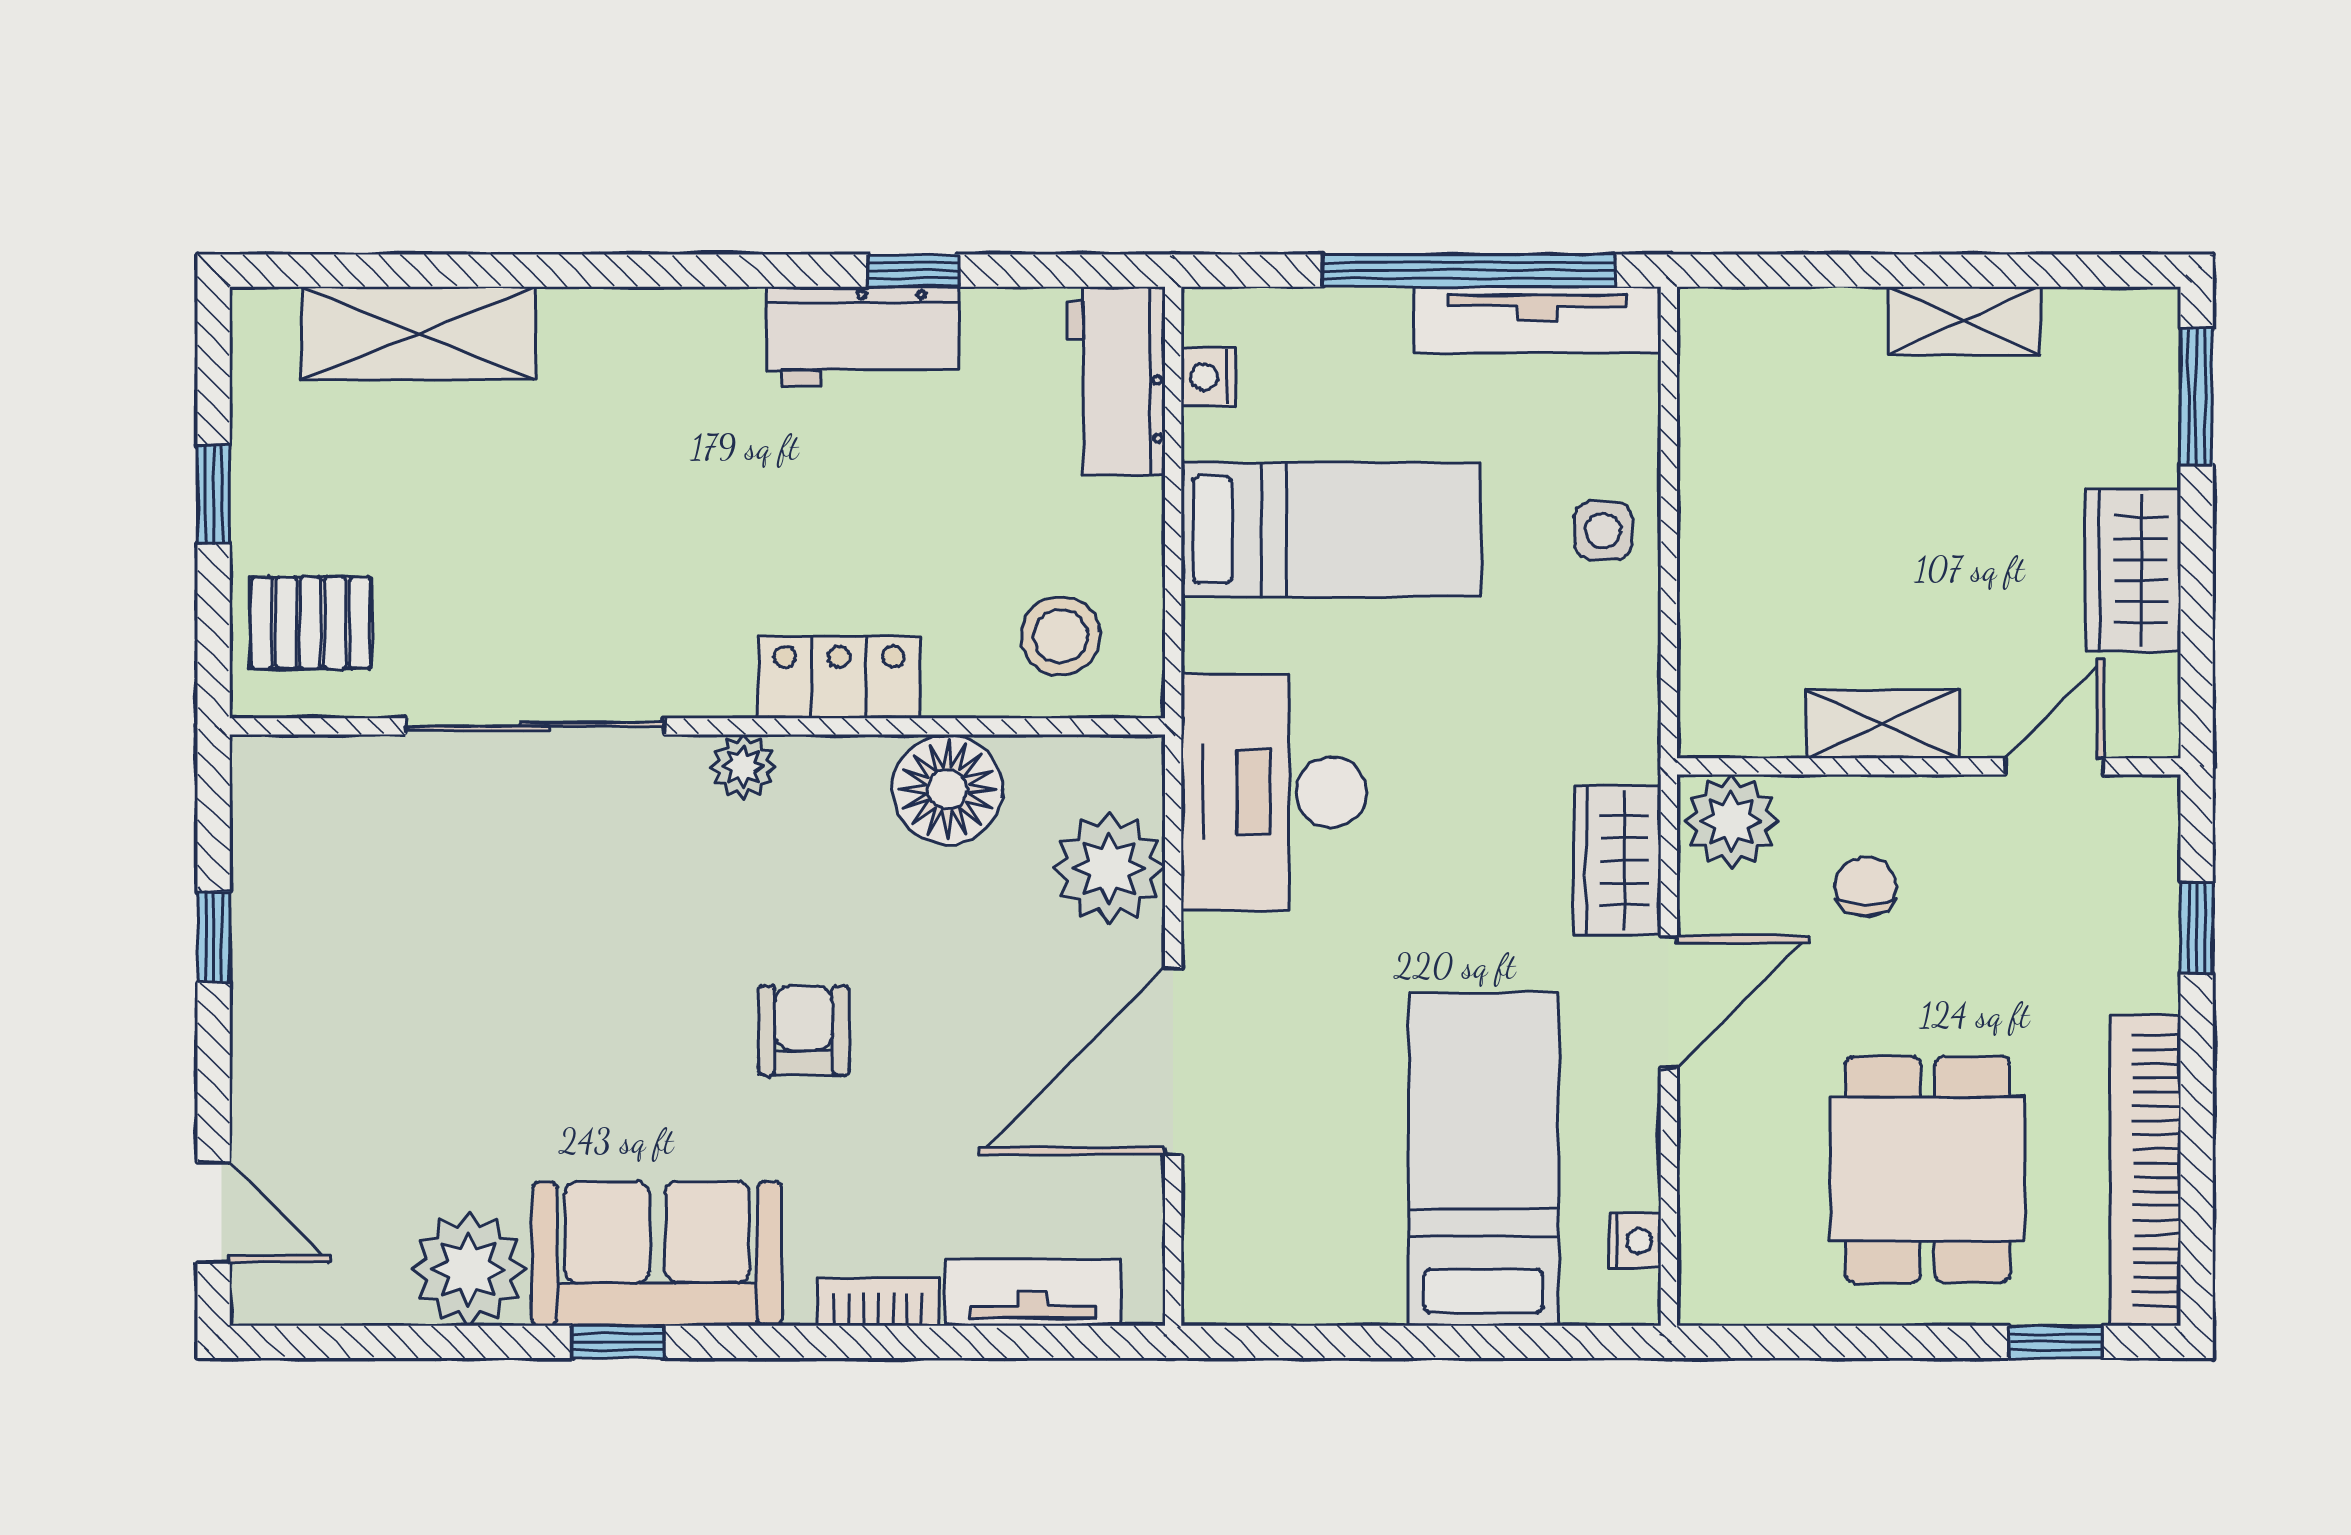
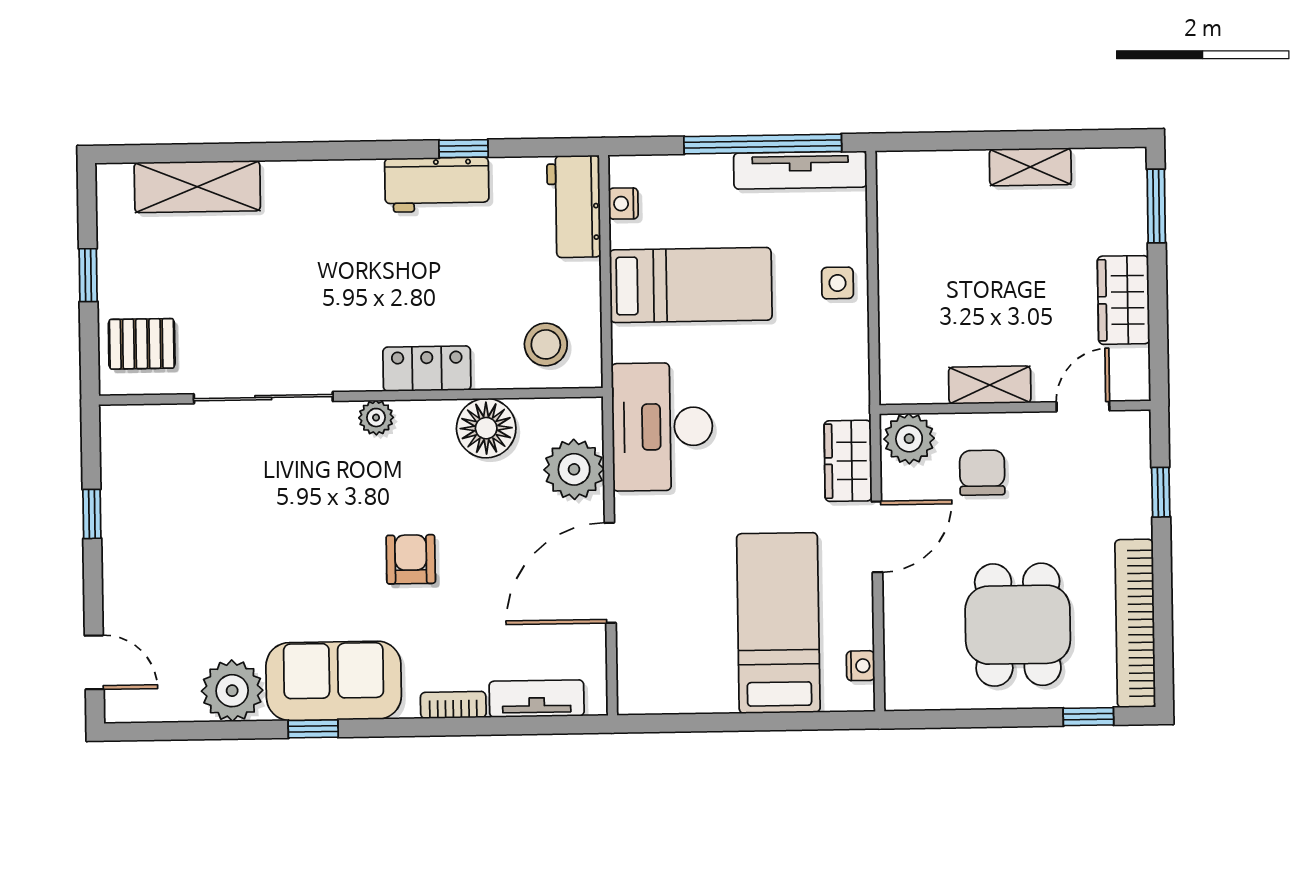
chair: (1866, 886) -> (982, 473), width x1.37, depth x1.37

